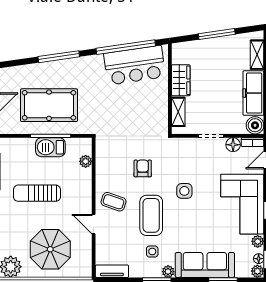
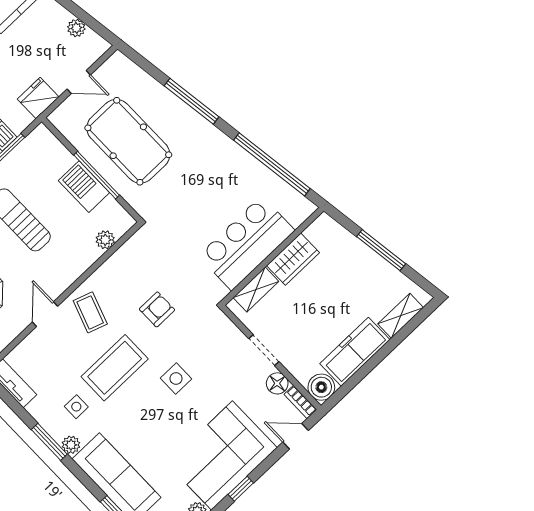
bar counter: (135, 65) -> (247, 243), moved, turned 98

